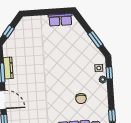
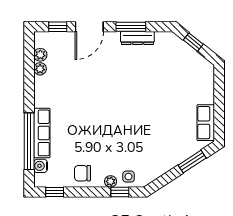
window: (95, 39) -> (192, 162), moved
chair: (81, 99) -> (82, 173), moved

